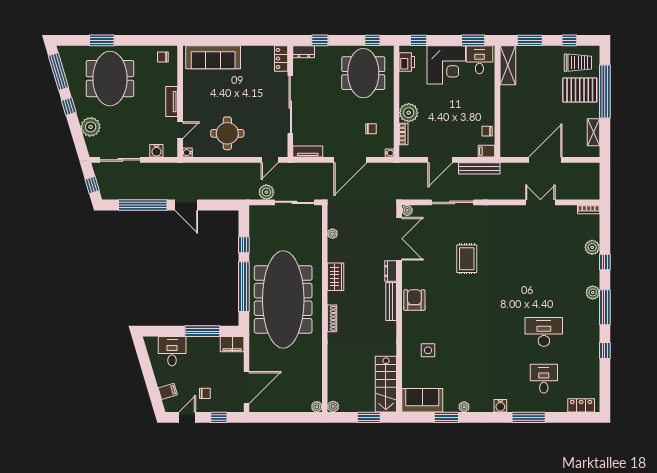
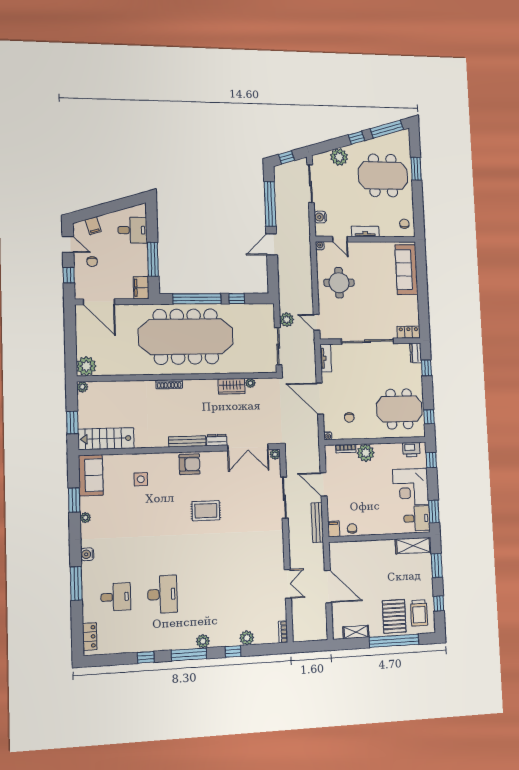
rug: (467, 259) -> (206, 511), moved
wardrobe: (335, 277) -> (232, 386), moved
plant: (317, 407) -> (86, 366), width x1.88, depth x1.88

